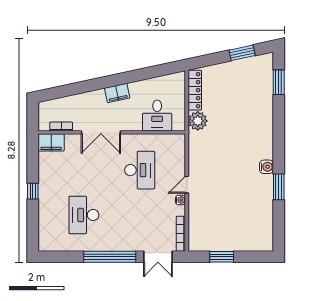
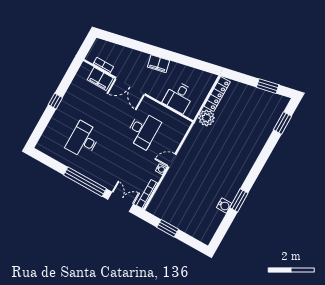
filing cabinet: (51, 142) -> (100, 79), moved
water cooler: (266, 167) -> (224, 206), moved
double door: (158, 257) -> (121, 202), swing flipped

